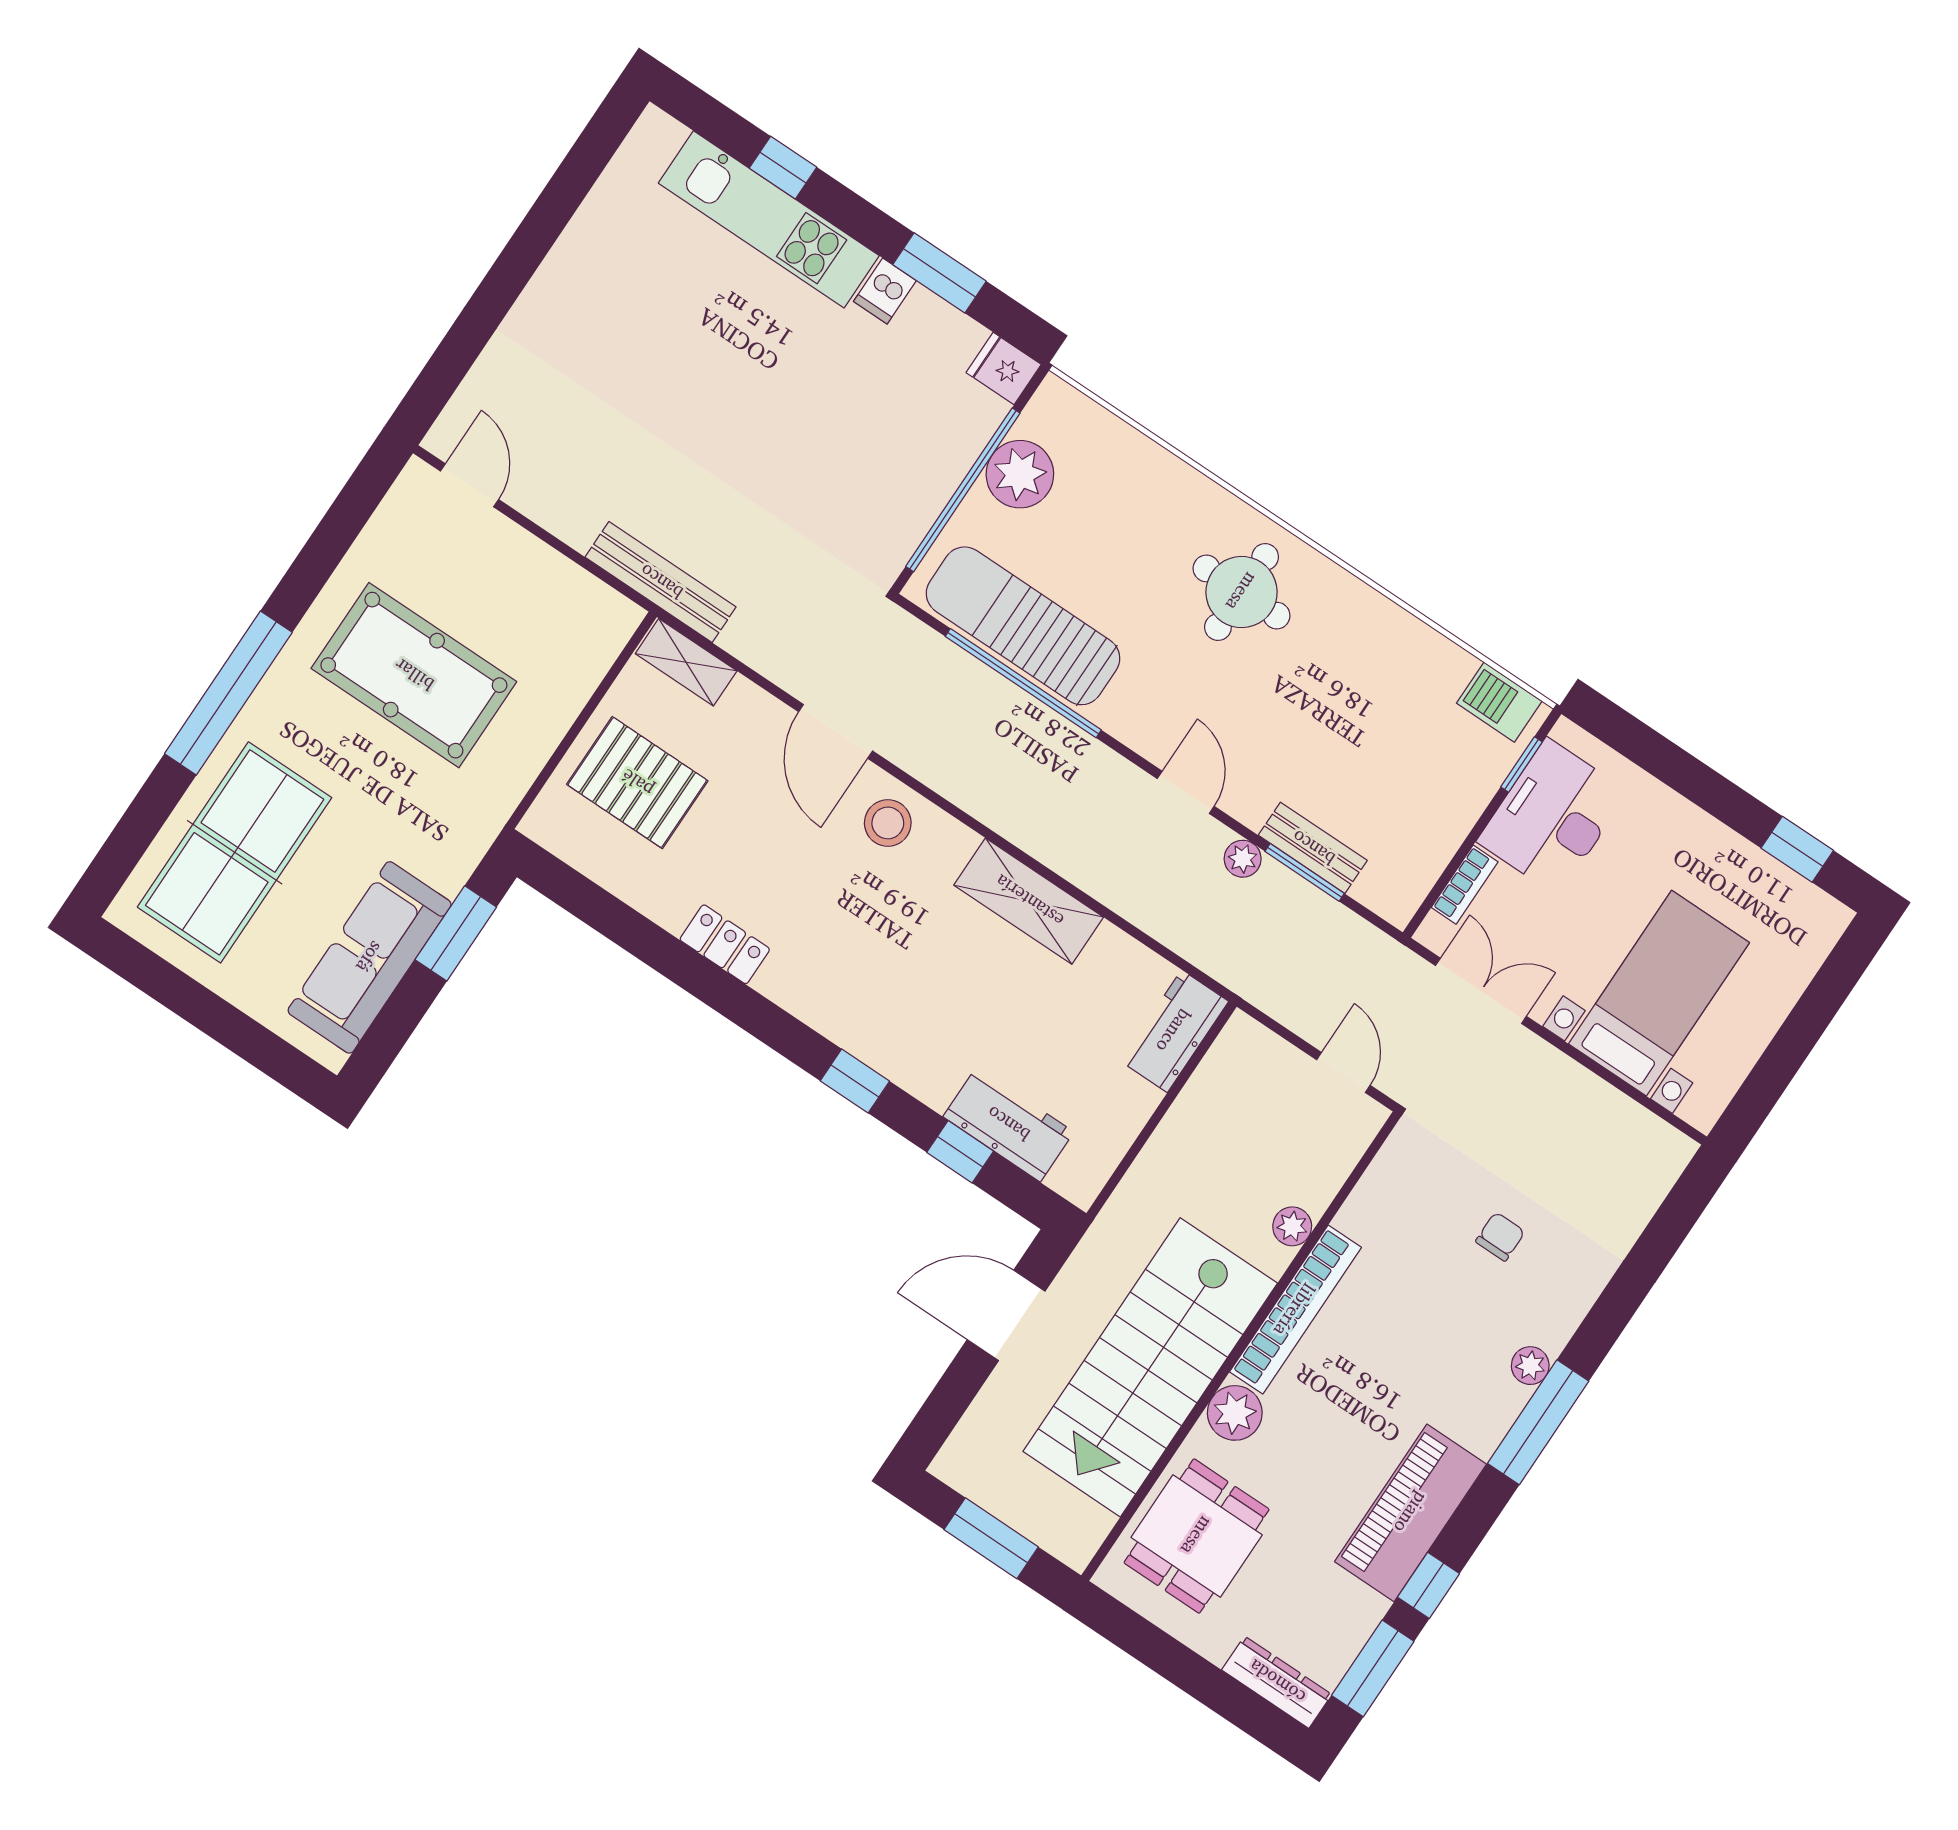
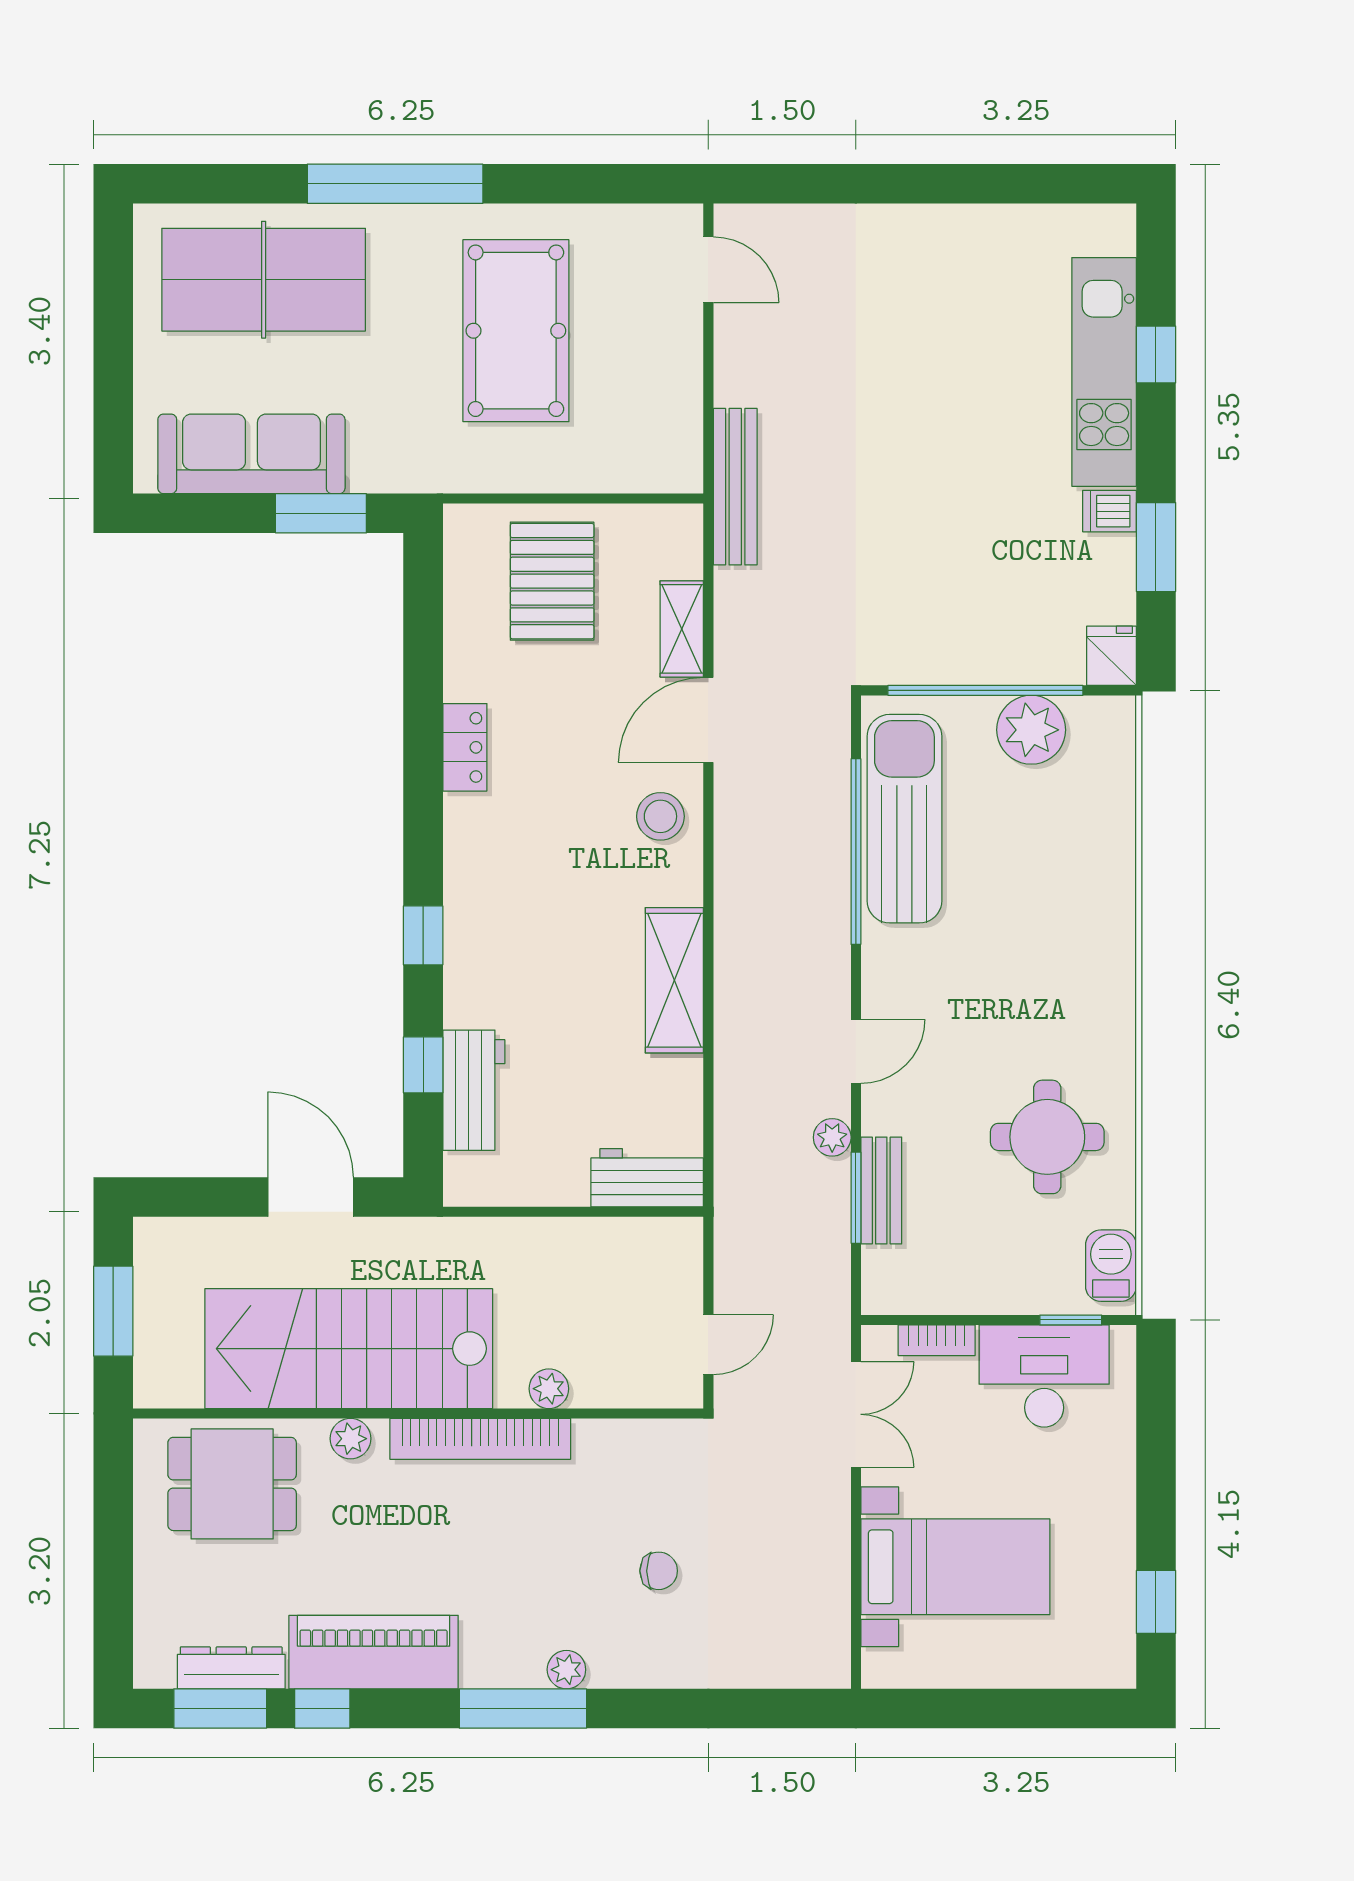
door: (469, 485) -> (708, 270), hinge flipped
round table: (1242, 592) -> (1047, 1137), moved
shelving: (686, 662) -> (682, 629), moved
plant: (1235, 1413) -> (351, 1439), width x0.73, depth x0.73
dresser: (1277, 1682) -> (231, 1668), moved, turned -90

